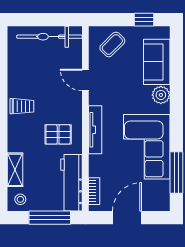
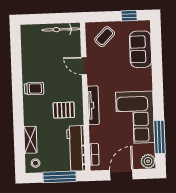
bicycle: (49, 37) -> (61, 29), width x0.73, depth x0.71
plant: (161, 95) -> (148, 161), moved

